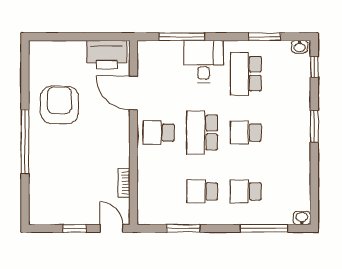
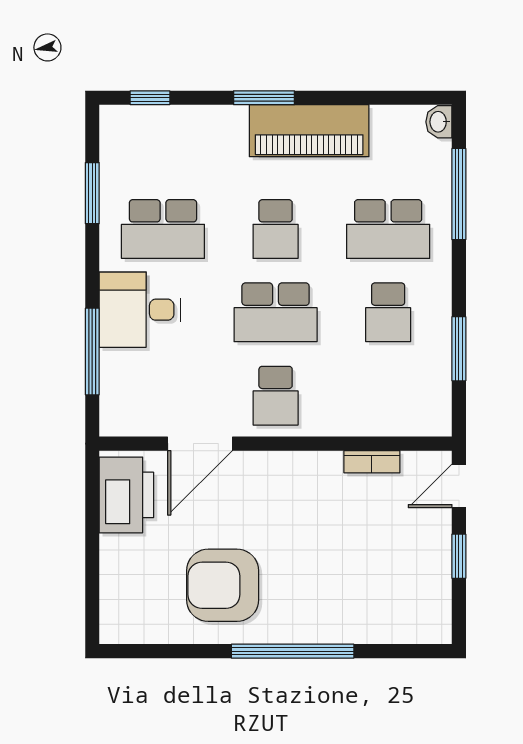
washbasin: (300, 47) -> (111, 126), removed
piano: (297, 150) -> (309, 131), added
school desk: (246, 191) -> (388, 229), width x1.85

